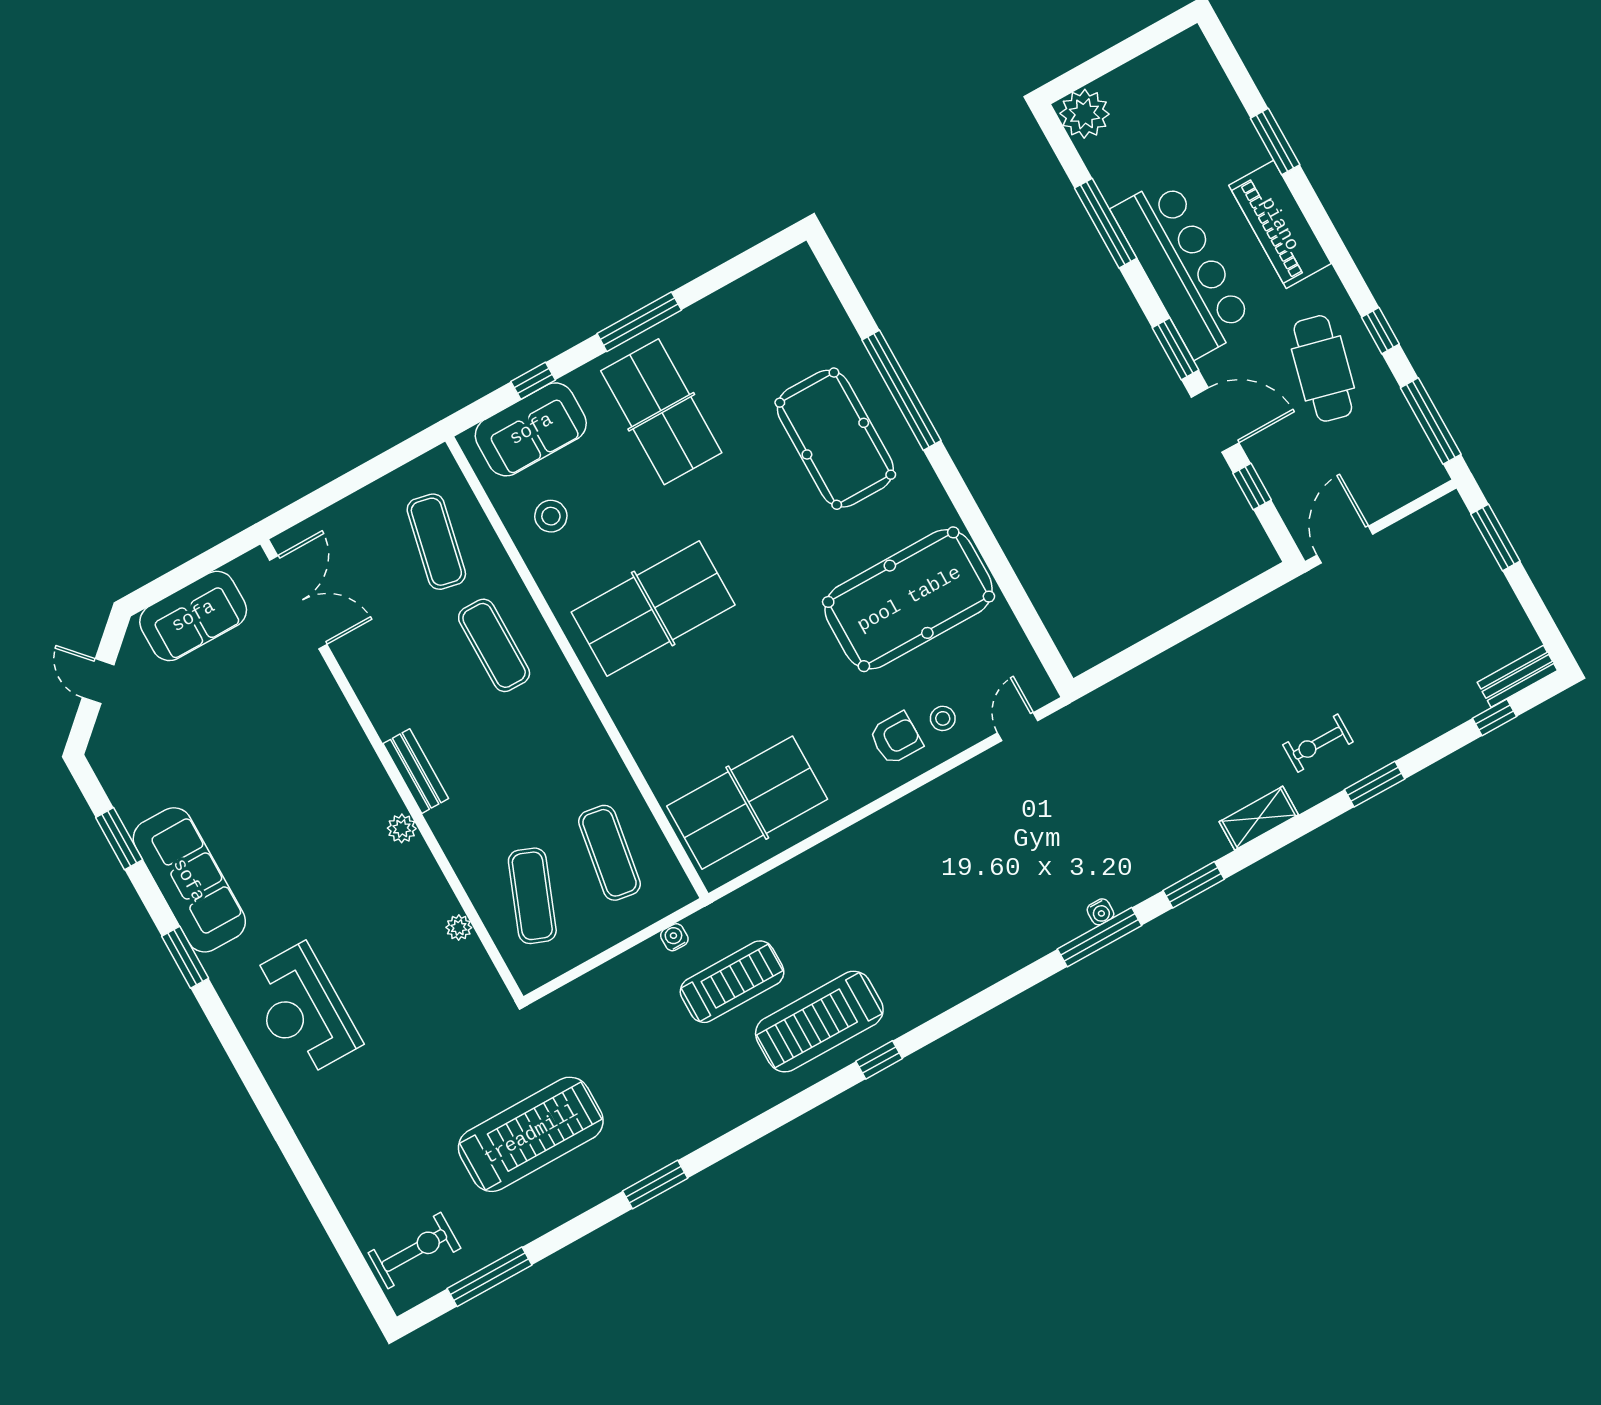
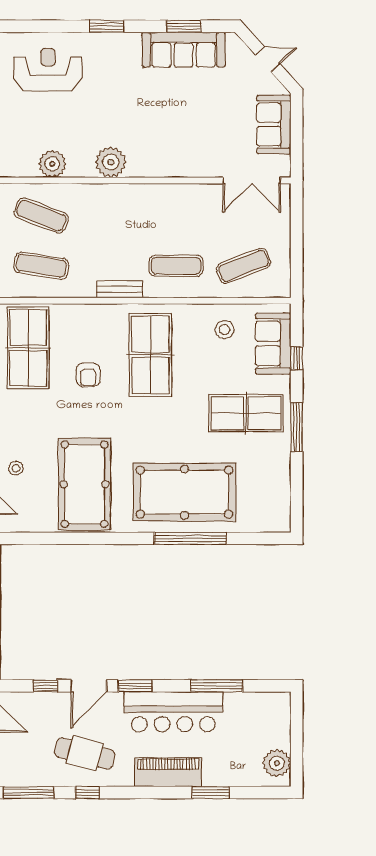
plant: (1085, 114) -> (277, 763), moved
pool table: (835, 439) -> (184, 492), width x1.36, depth x1.32
exercise mat: (436, 542) -> (244, 266), turned -33
armchair: (896, 738) -> (88, 375), moved
bench: (416, 771) -> (120, 289), moved
plant: (402, 828) -> (111, 162), width x1.88, depth x1.88
sofa: (189, 880) -> (184, 50), moved
plant: (459, 928) -> (52, 164), width x1.87, depth x1.87

